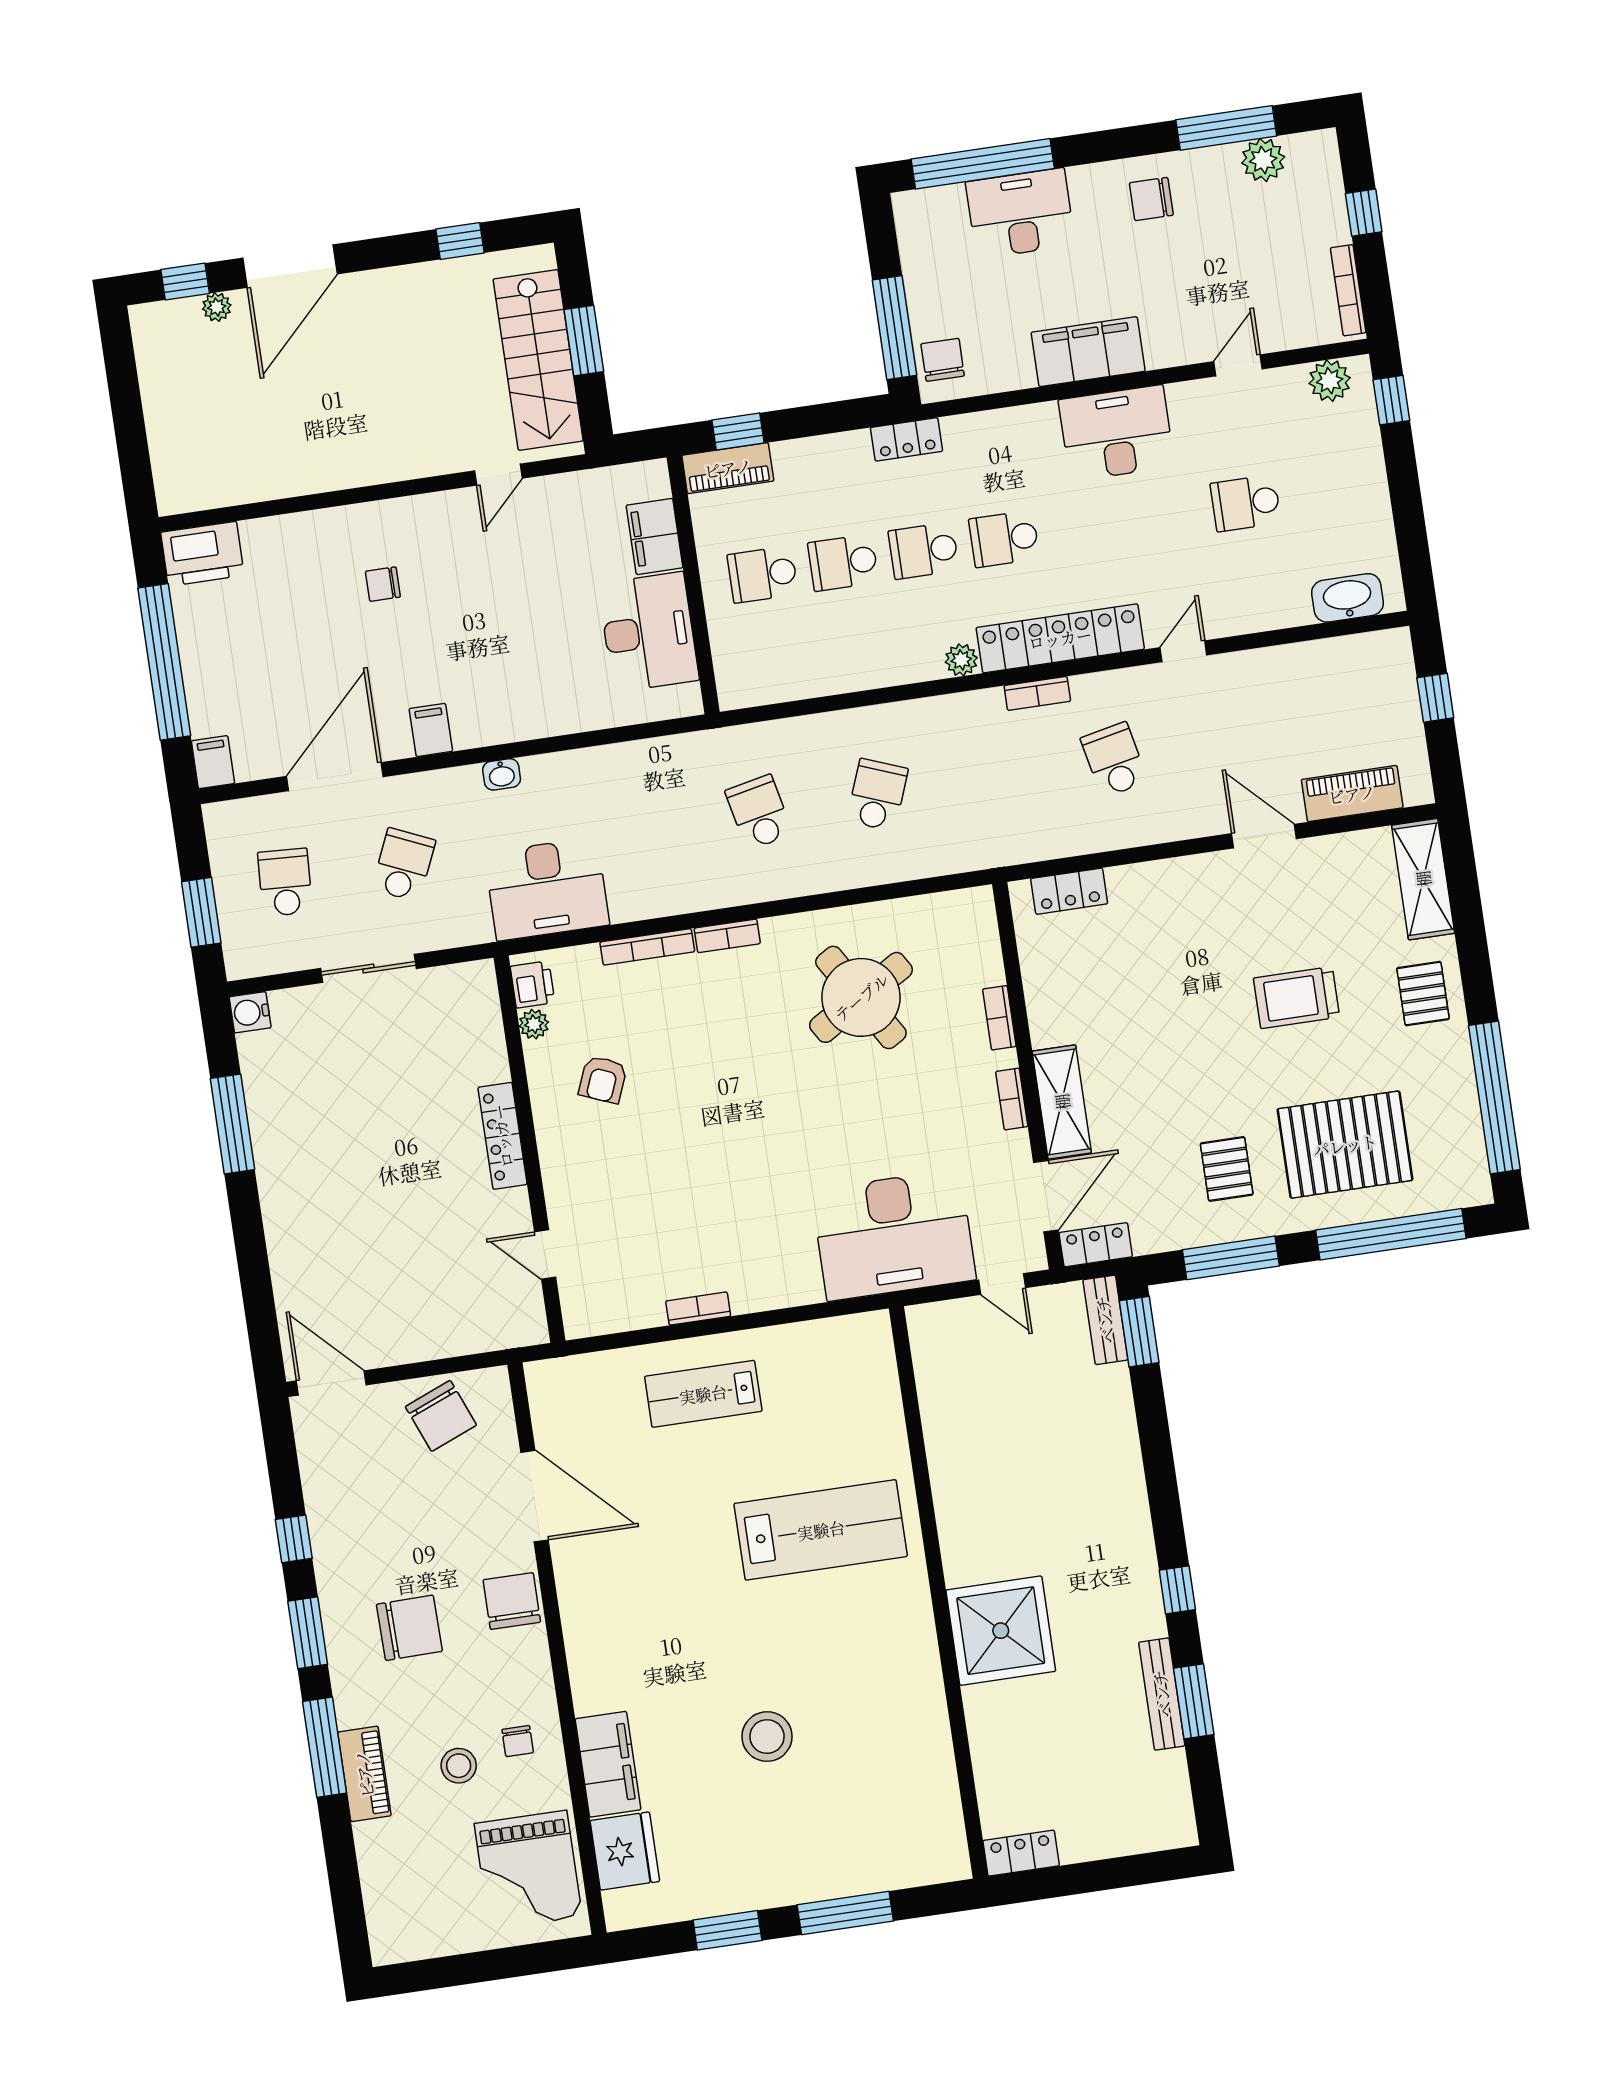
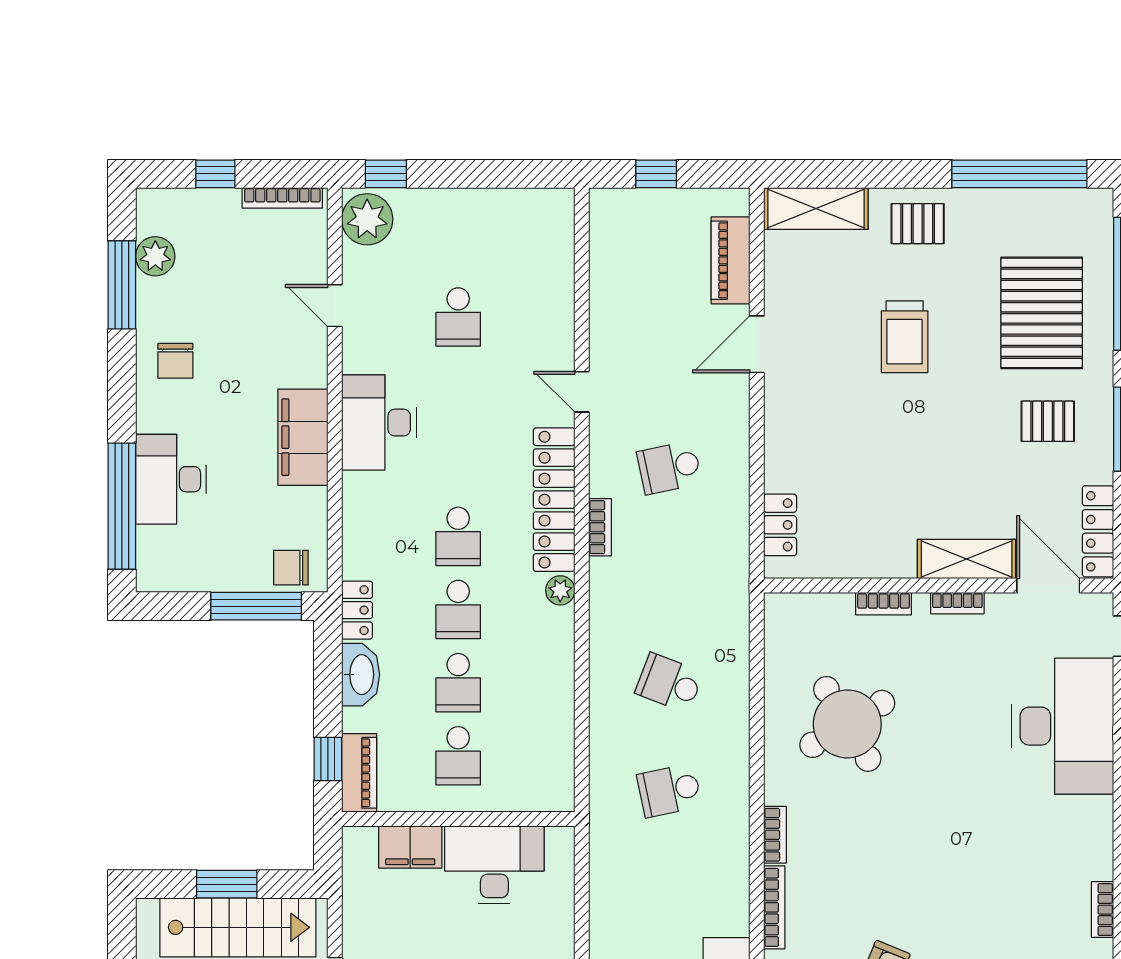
plant: (1330, 381) -> (367, 219), width x1.36, depth x1.36
washbasin: (1348, 598) -> (361, 675), moved, turned 180
locker: (1096, 1245) -> (1098, 531), width x1.53

